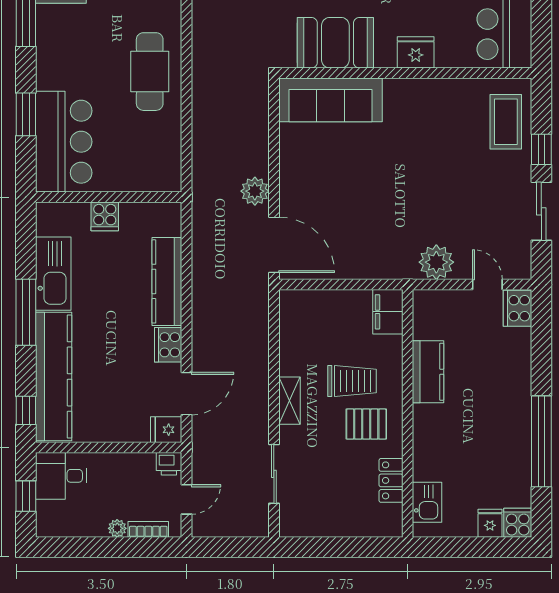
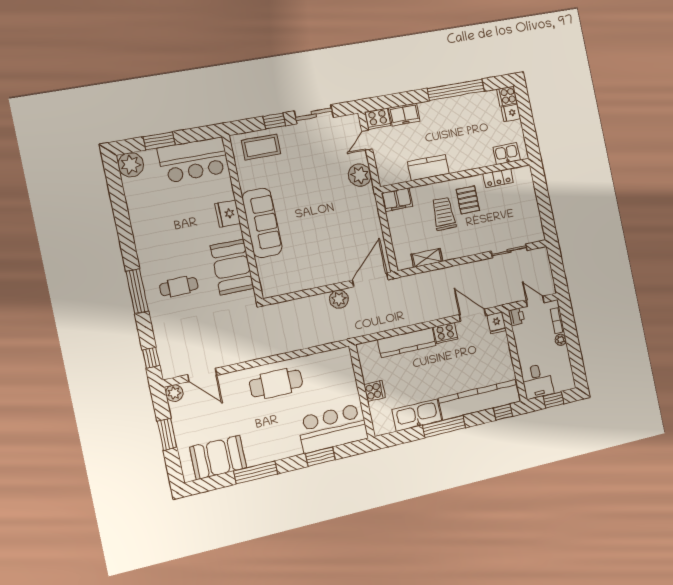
sofa: (330, 100) -> (262, 223), moved
freezer: (517, 351) -> (404, 114), added
shelving: (289, 401) -> (427, 258), moved

